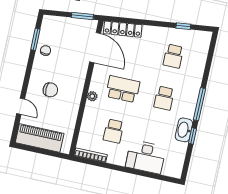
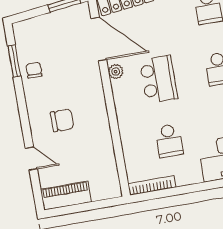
school desk: (123, 89) -> (159, 79), turned 90
plant: (92, 96) -> (116, 72), moved
piano: (40, 138) -> (66, 196), width x0.73, depth x0.75

